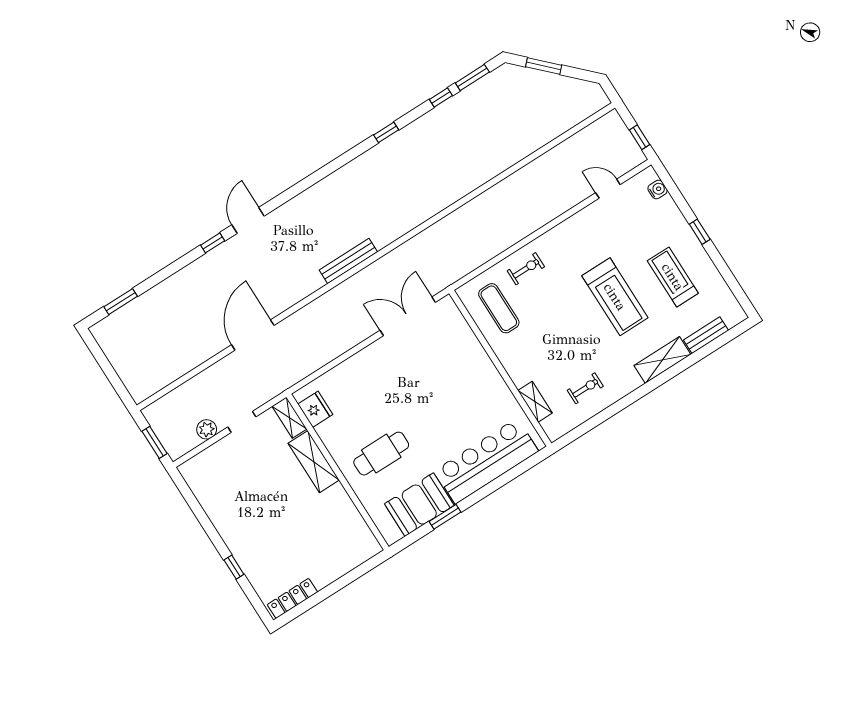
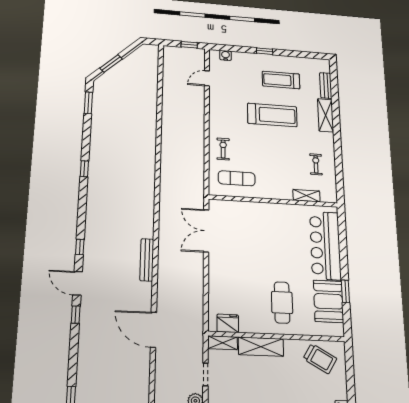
window: (441, 98) -> (80, 247), moved
bench: (348, 261) -> (147, 260), moved
trolley: (345, 534) -> (320, 359), added

